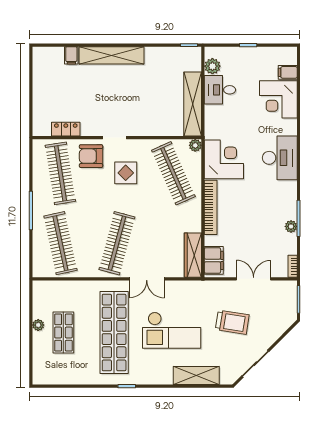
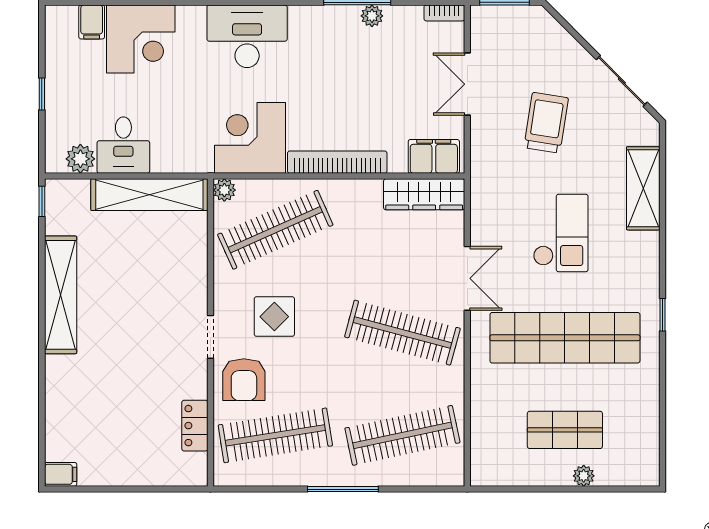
filing cabinet: (71, 55) -> (61, 474), moved
shelving: (112, 55) -> (61, 295), moved
plant: (38, 325) -> (584, 476), moved
checkout: (172, 330) -> (561, 233), width x0.73, depth x0.83

